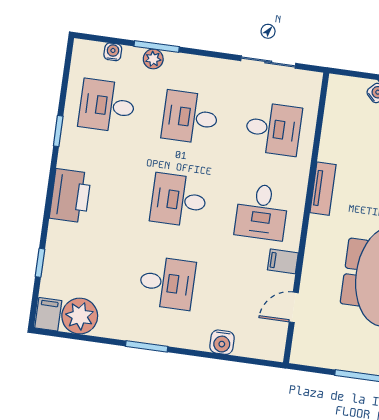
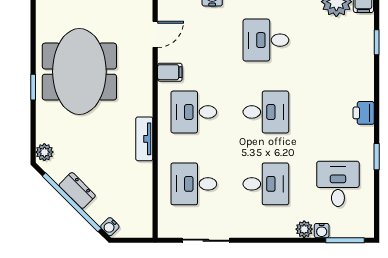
window: (157, 46) -> (345, 240), moved
water cooler: (113, 52) -> (322, 231), moved
desk: (107, 106) -> (338, 184), turned -90
printer: (70, 196) -> (364, 113), width x0.53, depth x0.68
desk: (262, 212) -> (194, 112), turned -90

